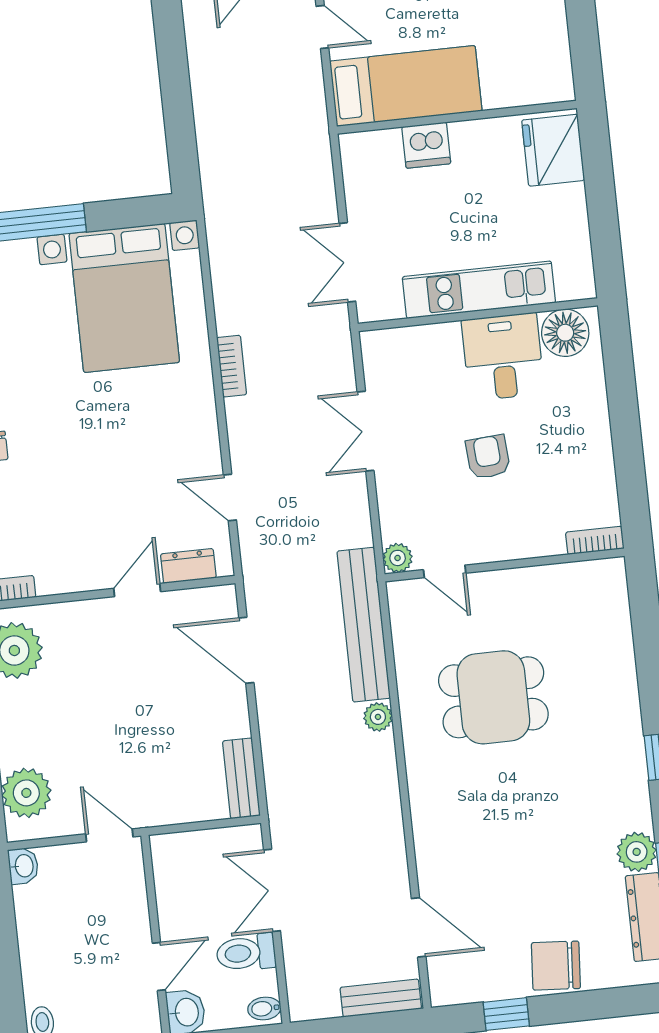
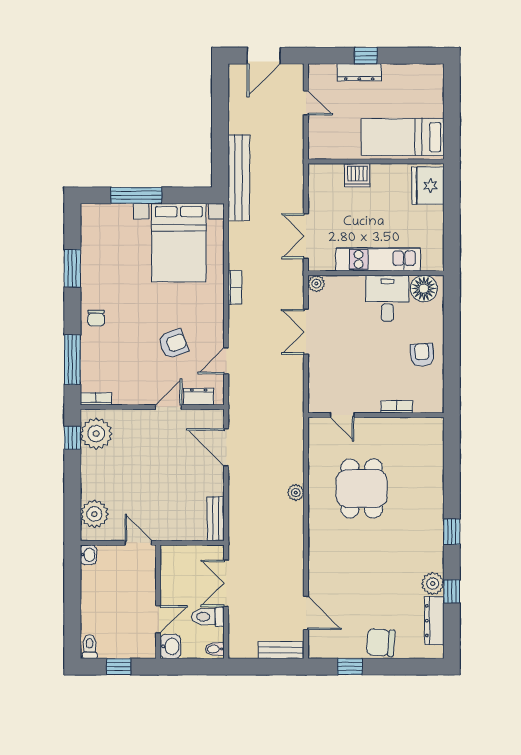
bed: (406, 86) -> (403, 137), moved, turned 180
armchair: (488, 457) -> (422, 355), moved
armchair: (133, 477) -> (173, 344), added
door: (230, 497) -> (226, 361), hinge flipped
bookcase: (595, 540) -> (397, 407), moved
plant: (398, 558) -> (316, 284), moved
bench: (364, 625) -> (239, 178), moved
dining table: (493, 697) -> (362, 488), turned 90

